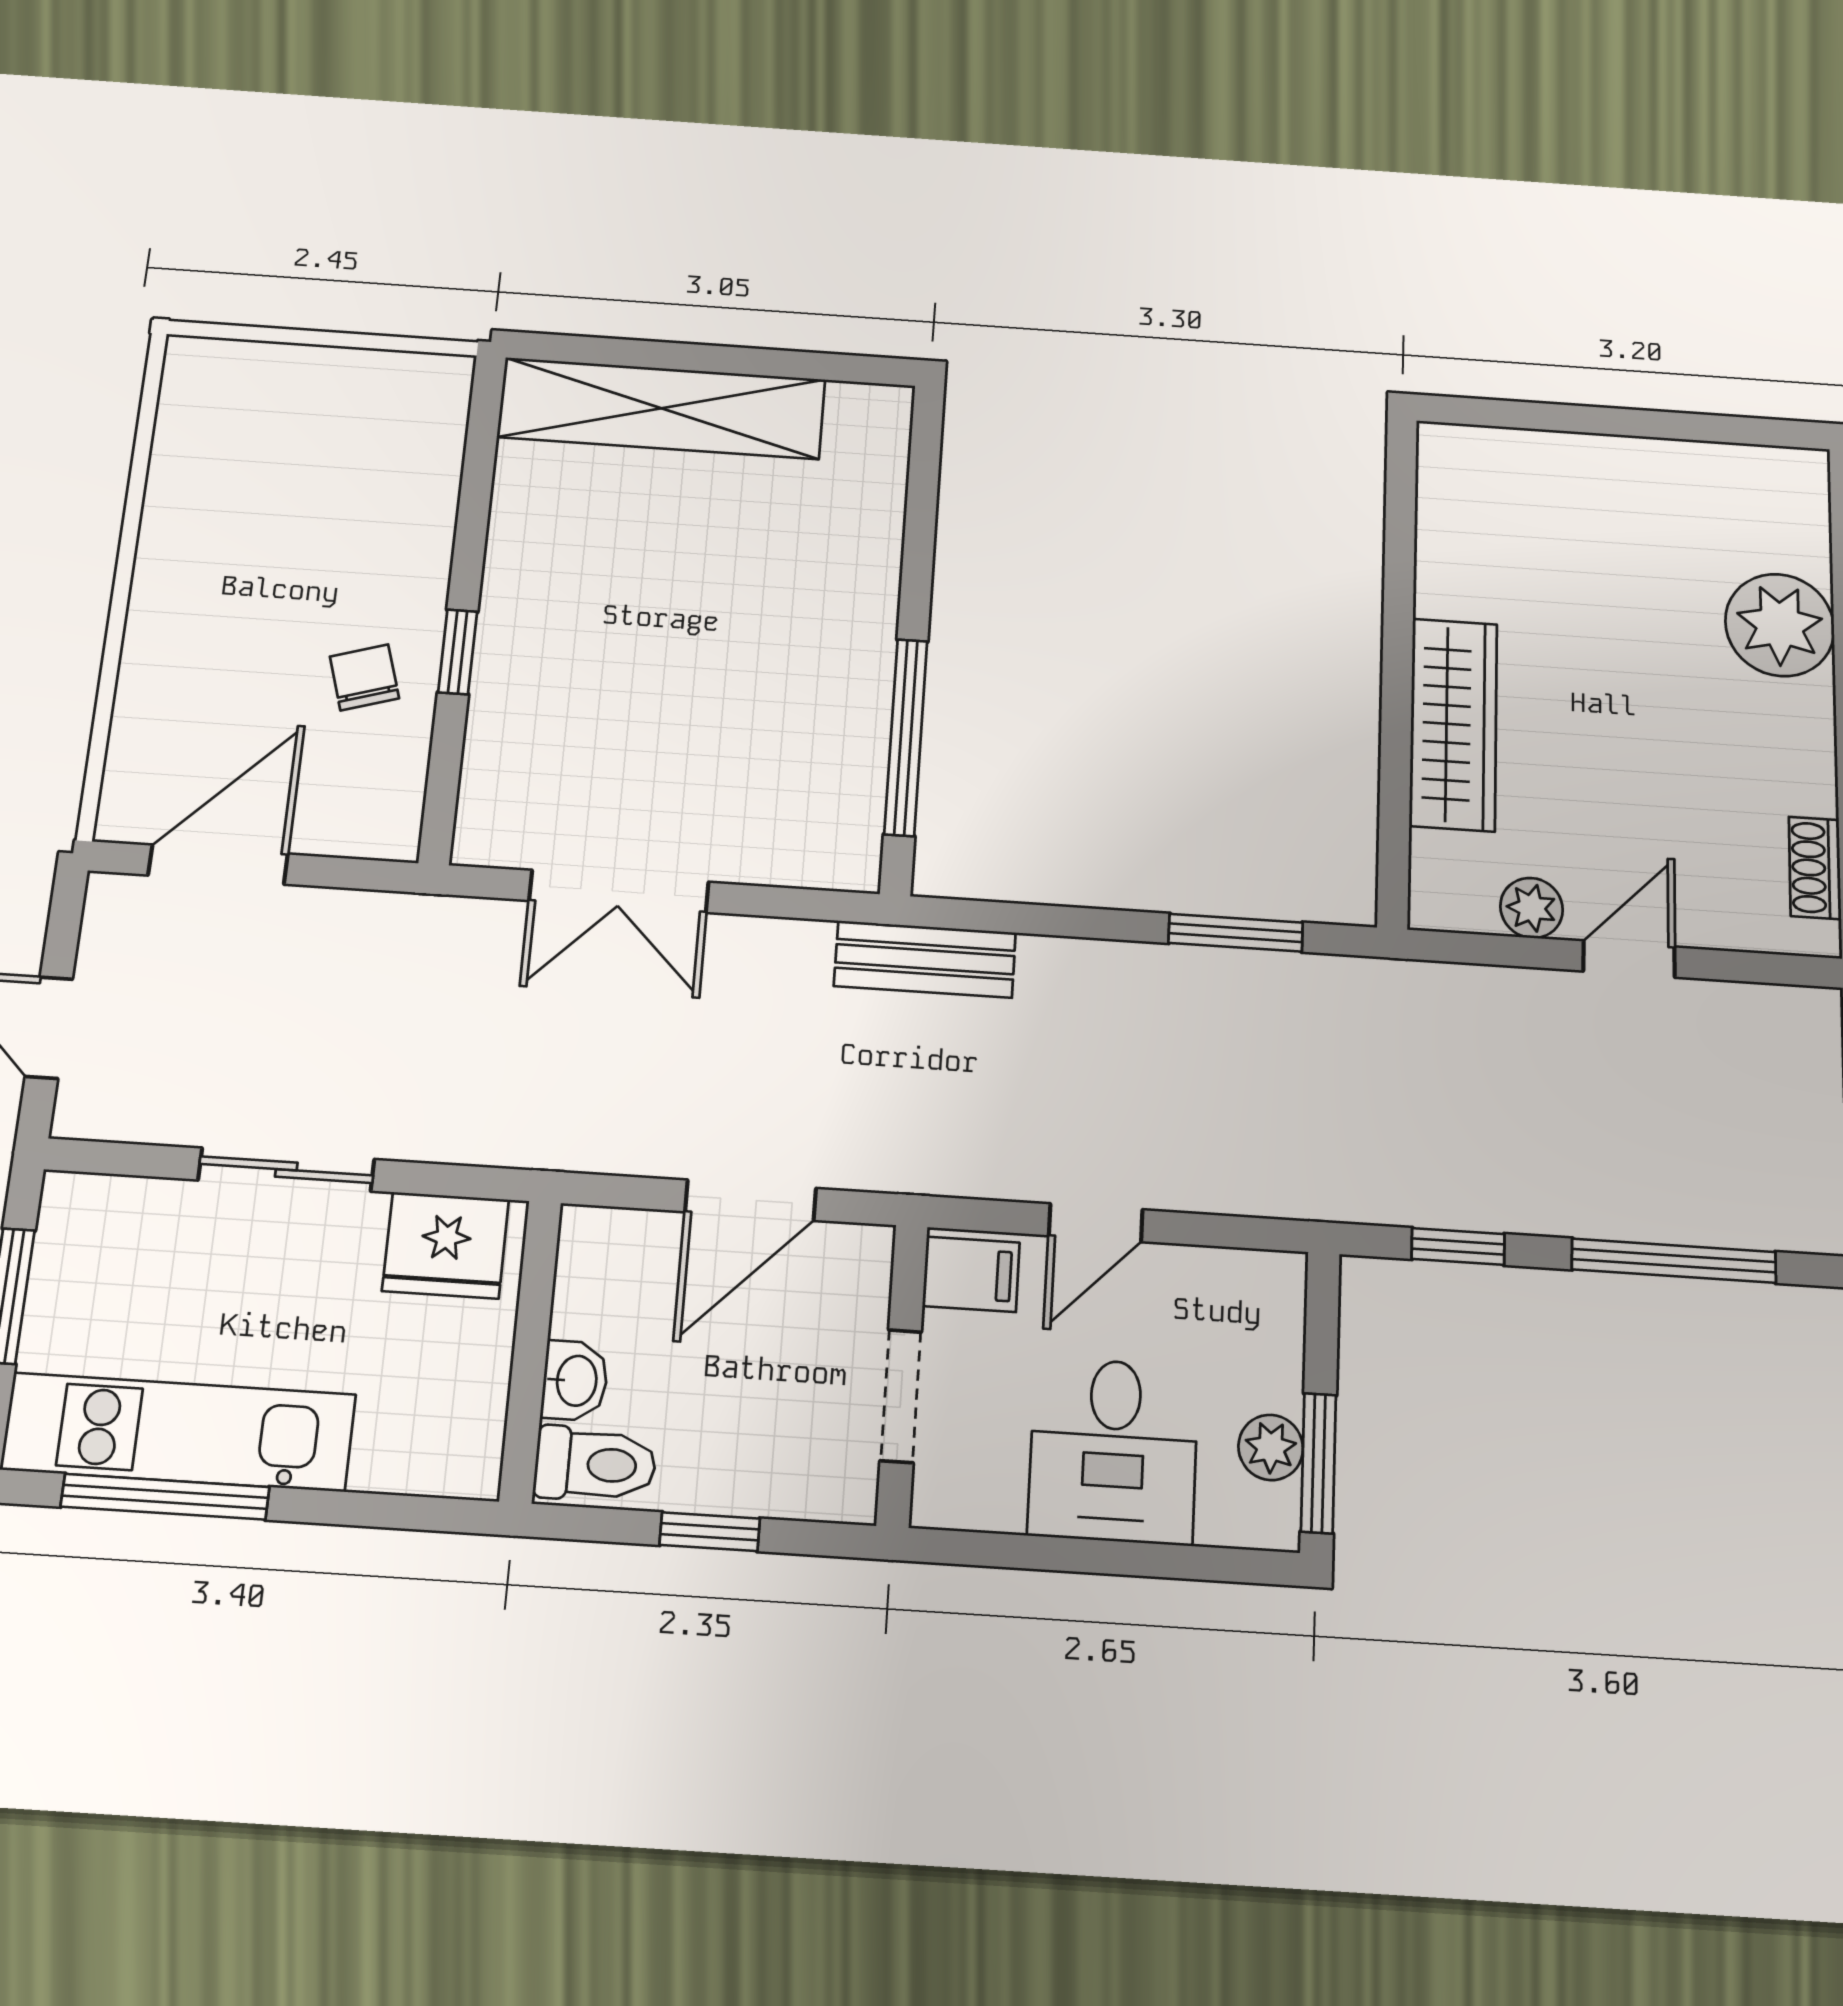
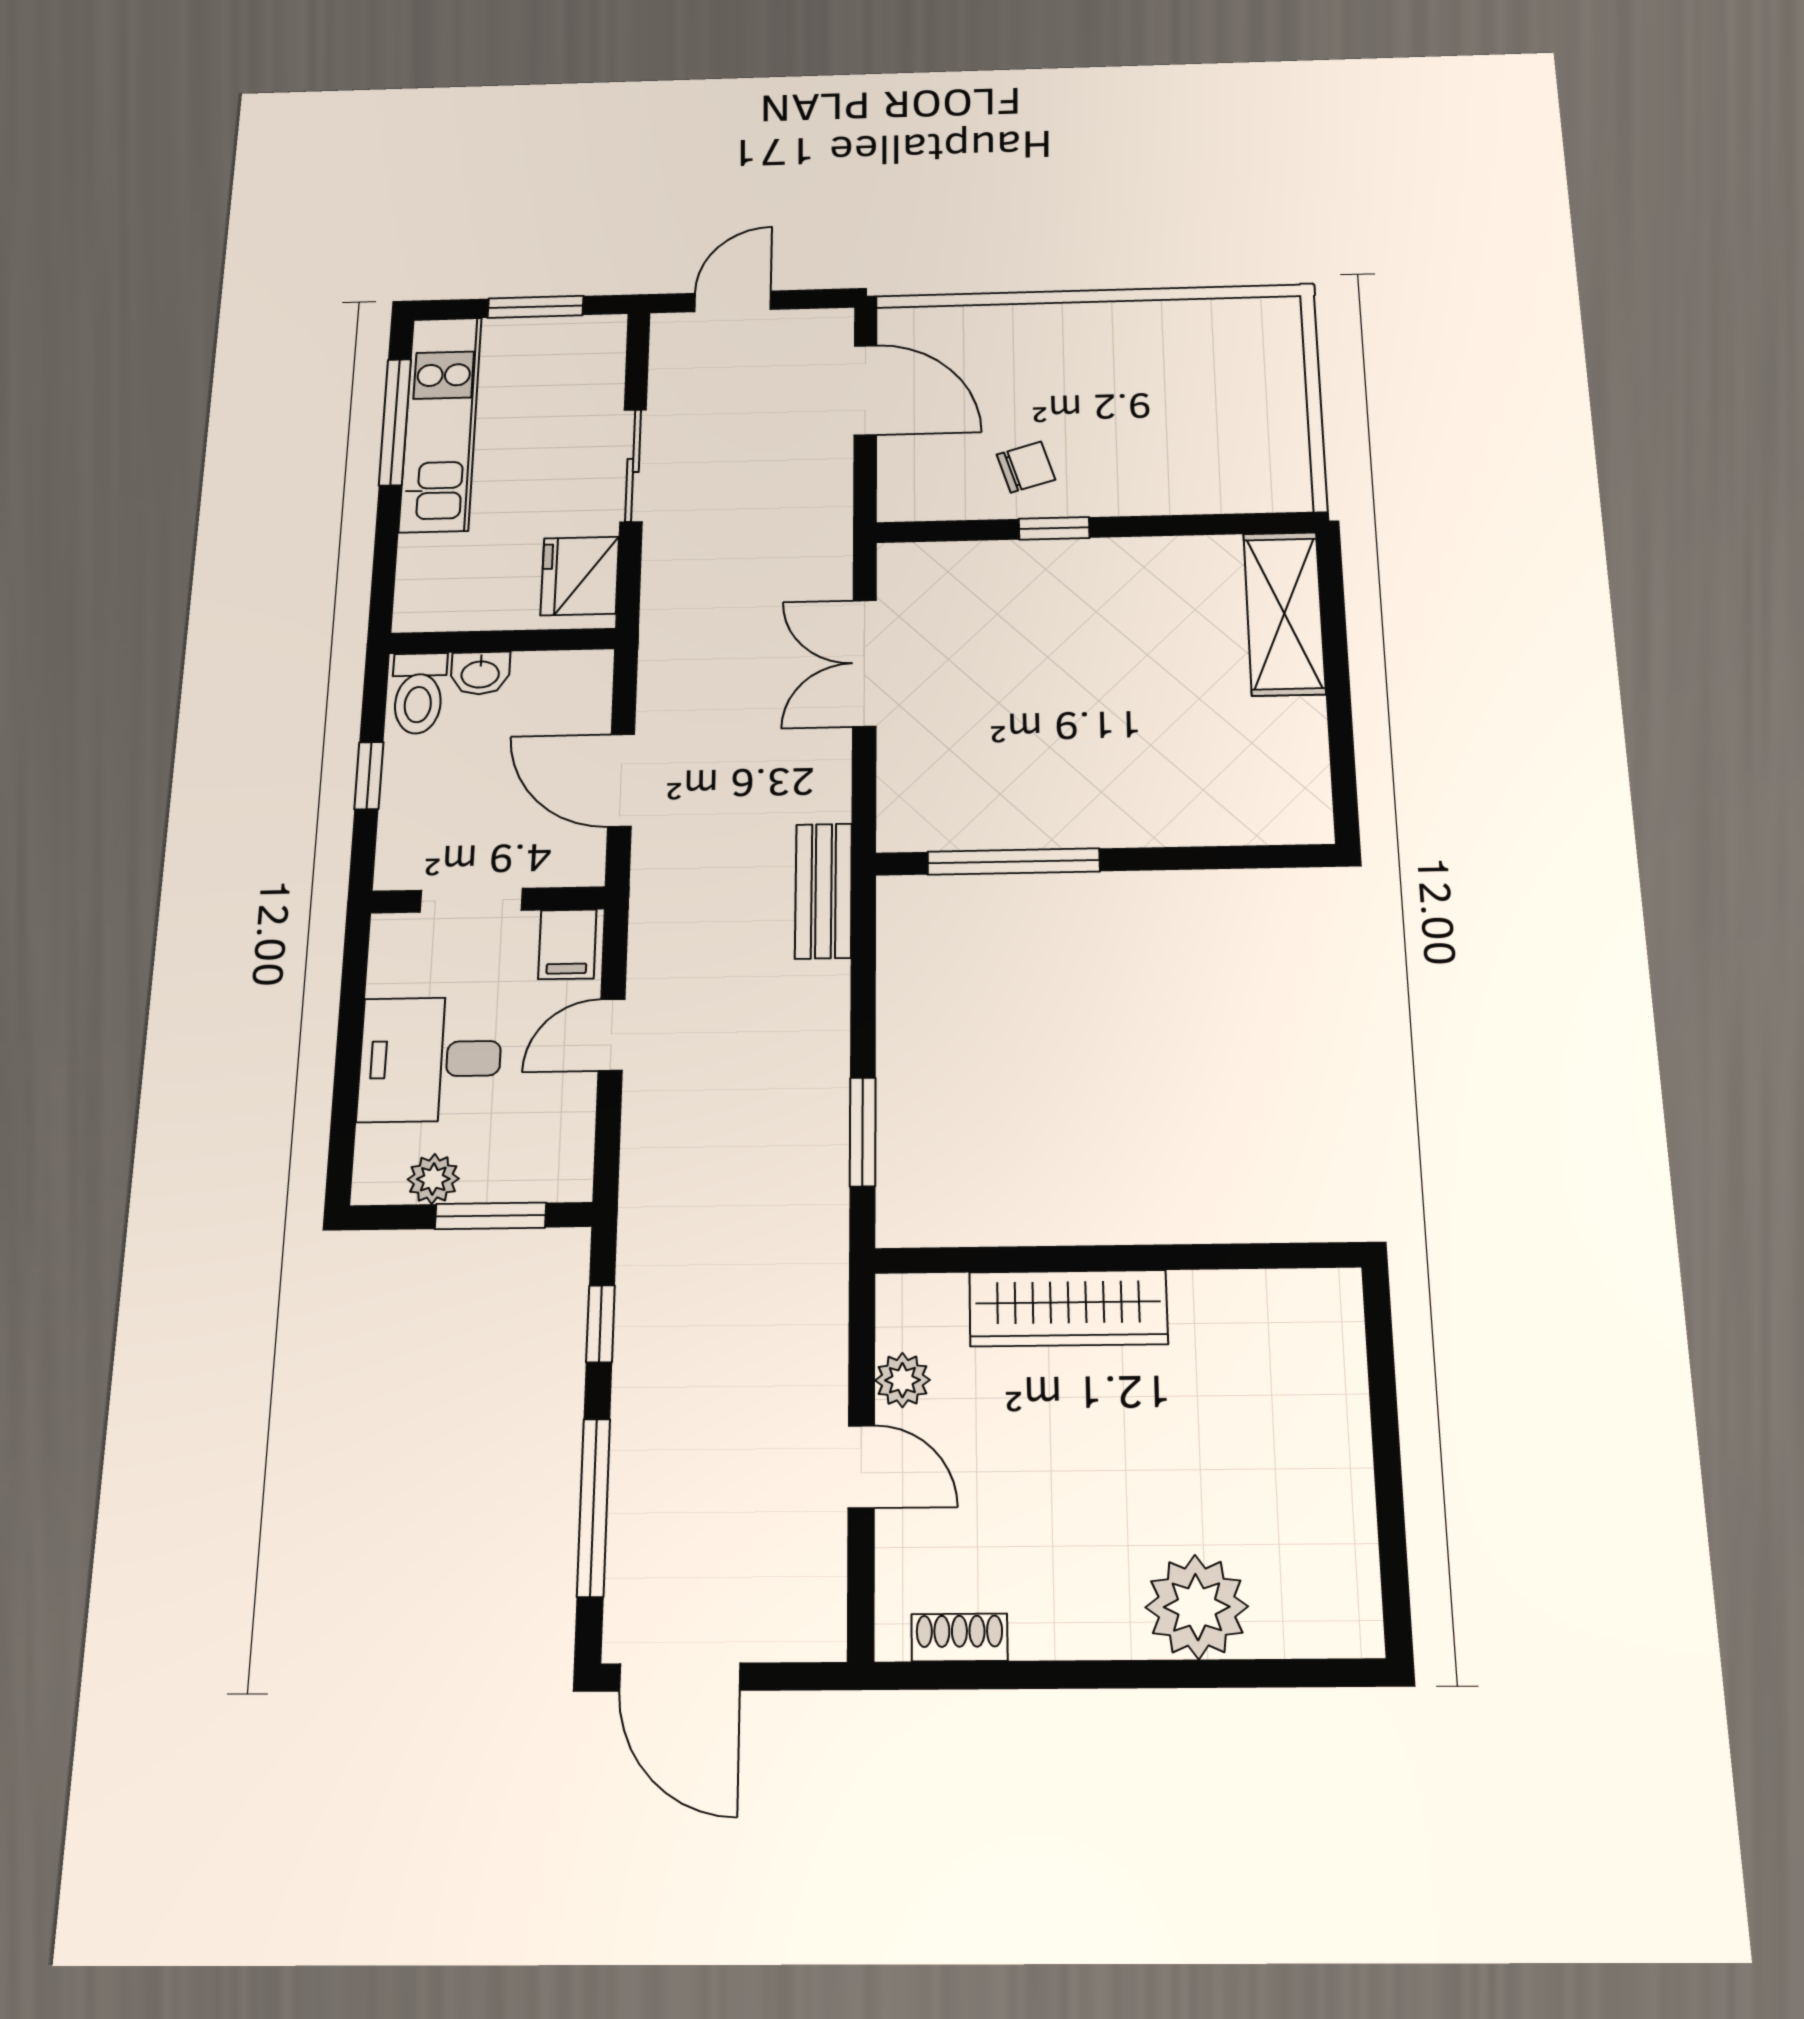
shelving: (662, 408) -> (1284, 613), width x0.68
door: (1096, 1223) -> (611, 1035), hinge flipped
window: (1318, 1463) -> (491, 1216), moved

